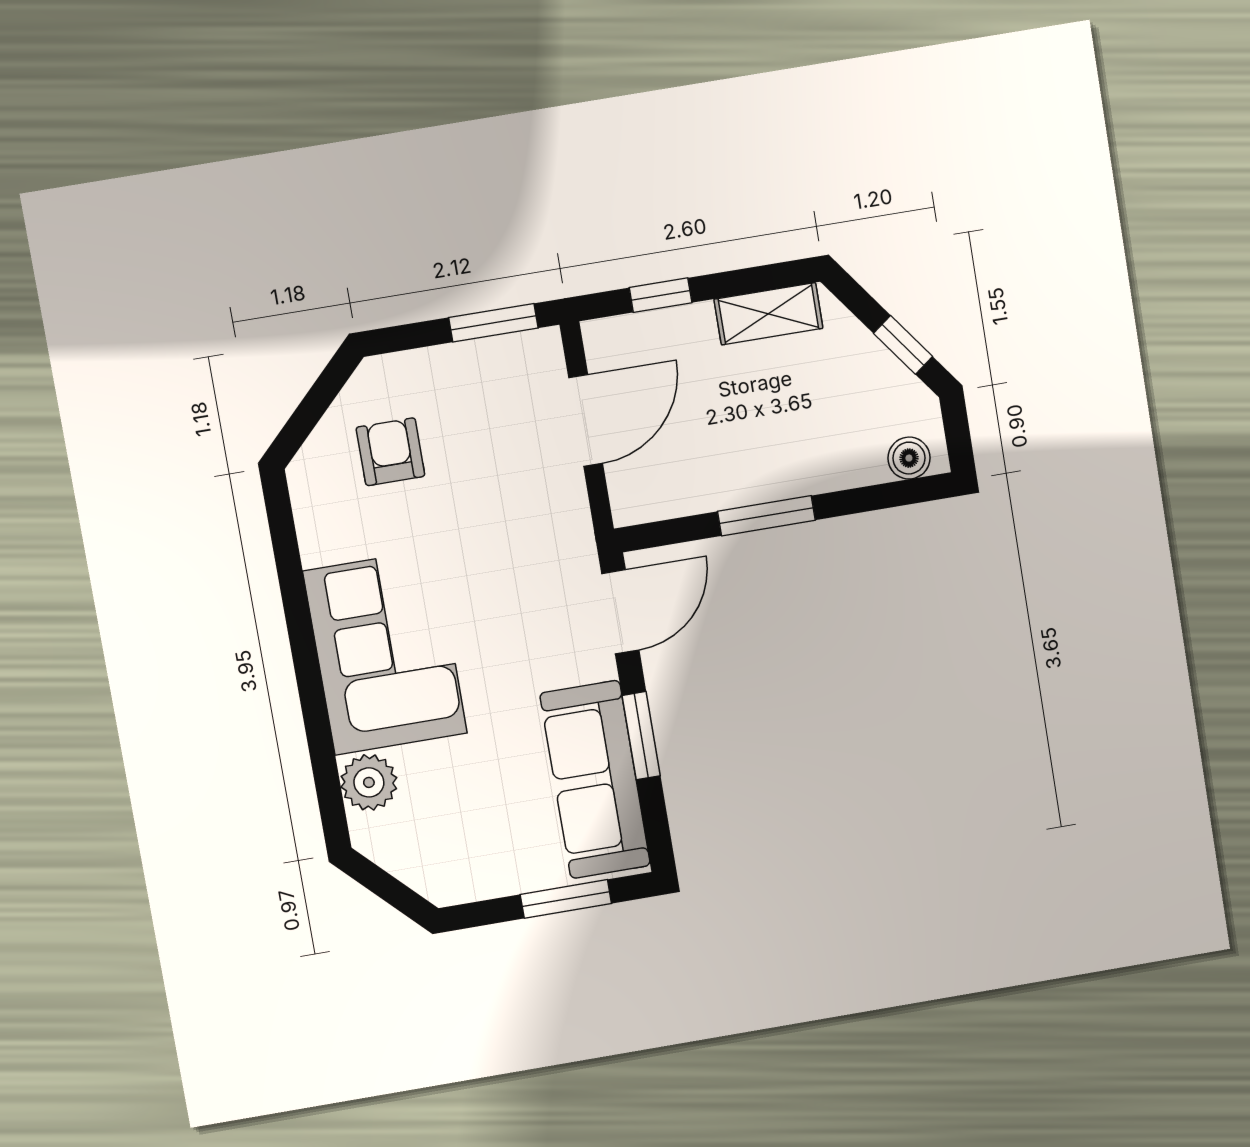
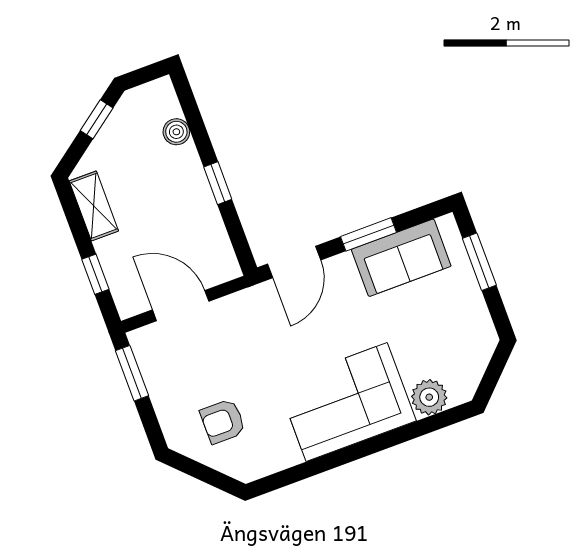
boiler: (909, 458) -> (176, 132), moved
window: (766, 516) -> (218, 183), width x0.67
door: (620, 612) -> (294, 262), swing flipped
sofa: (595, 780) -> (401, 258), width x0.73

